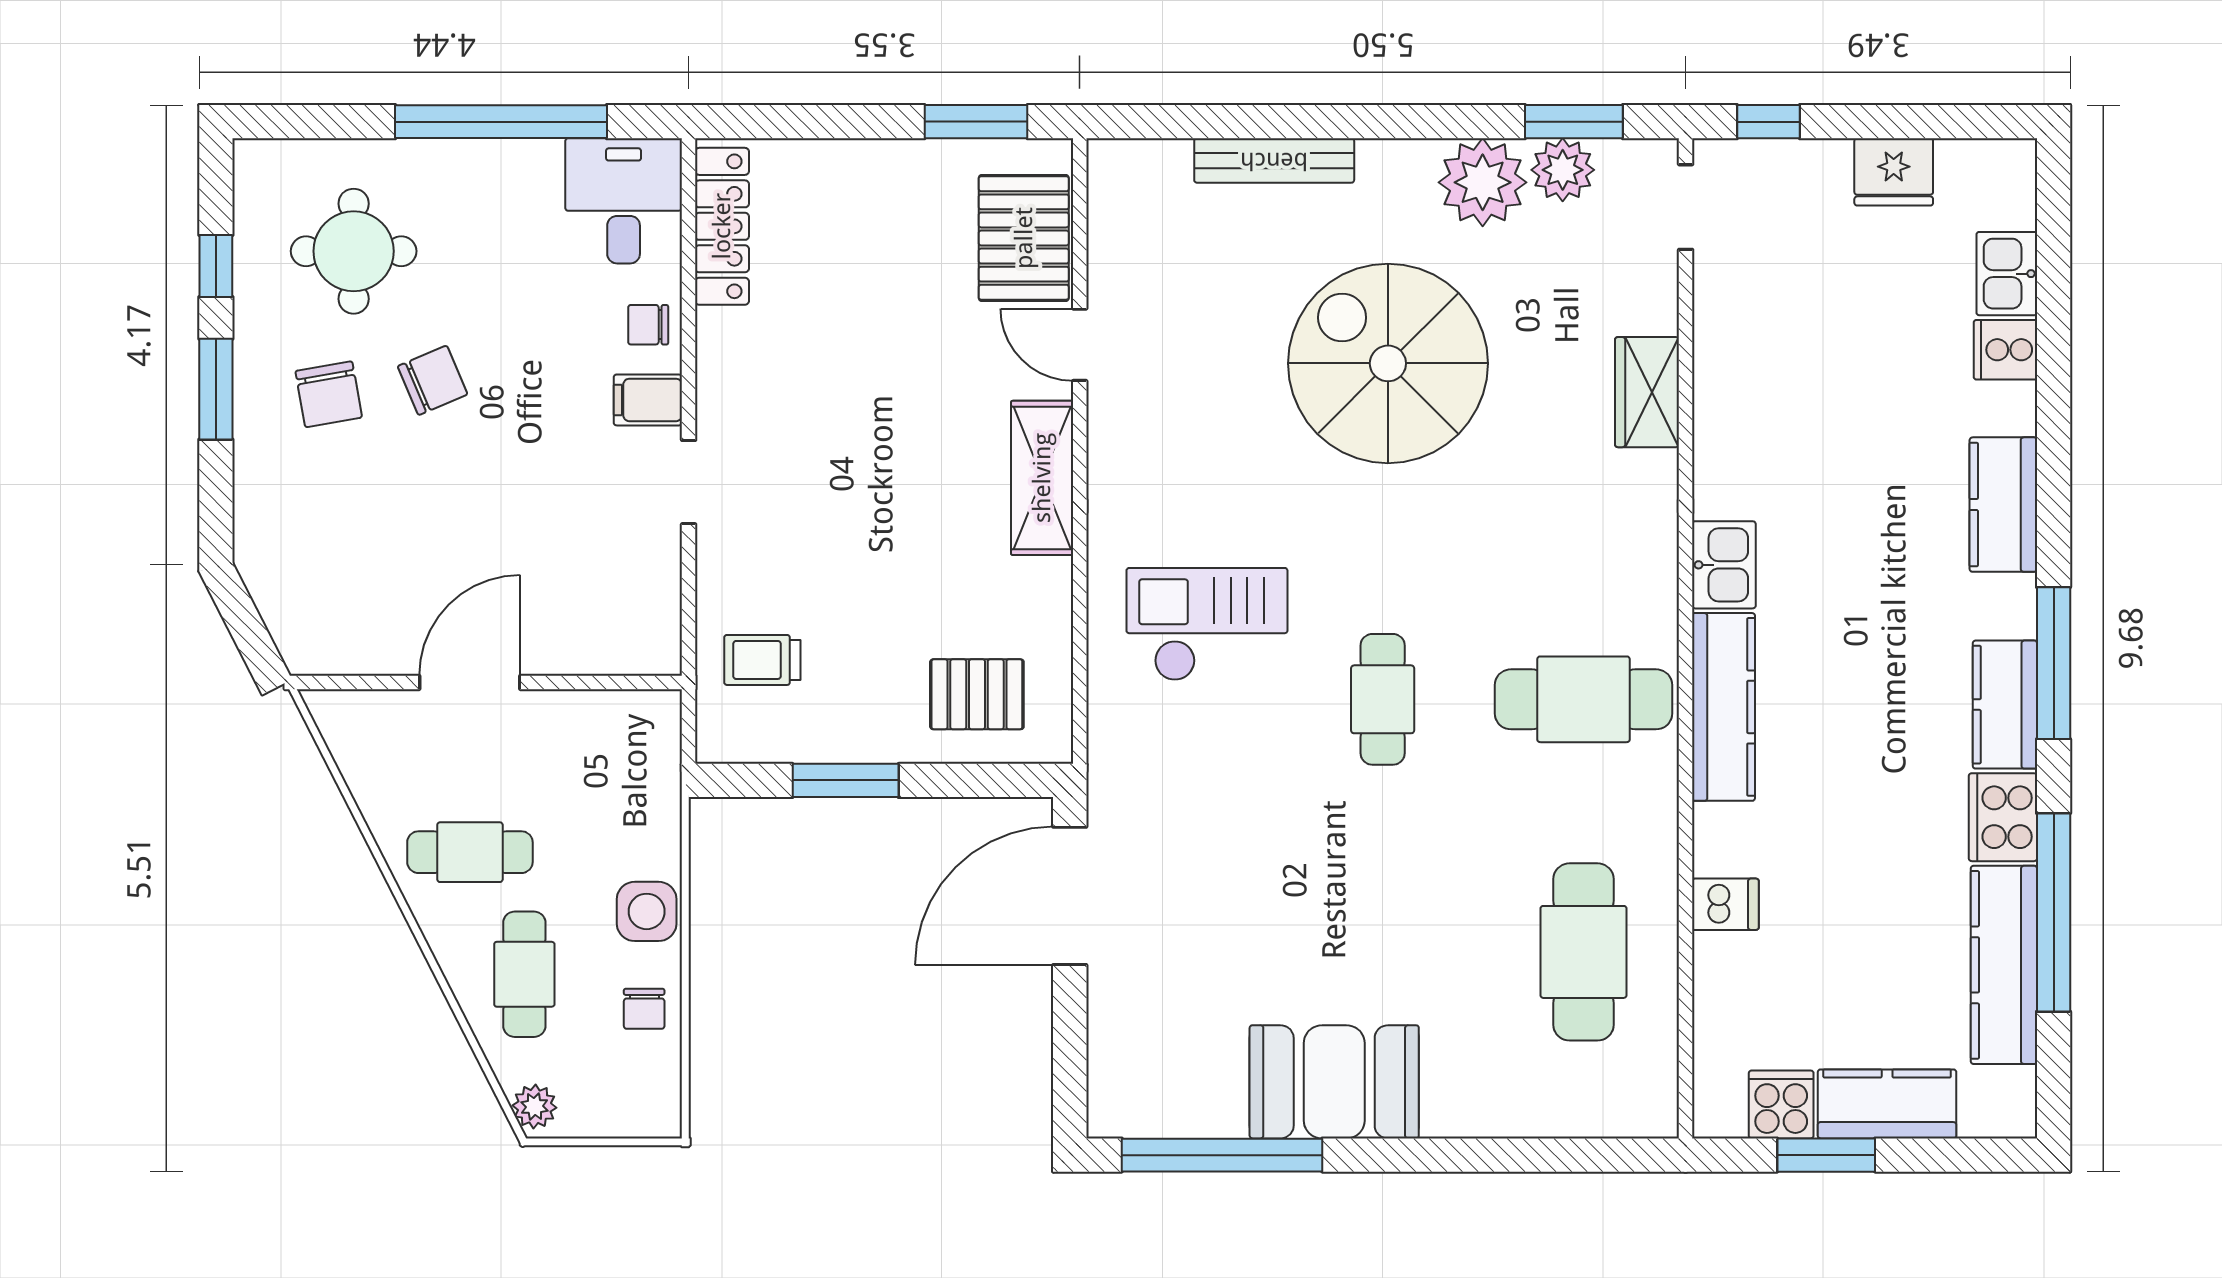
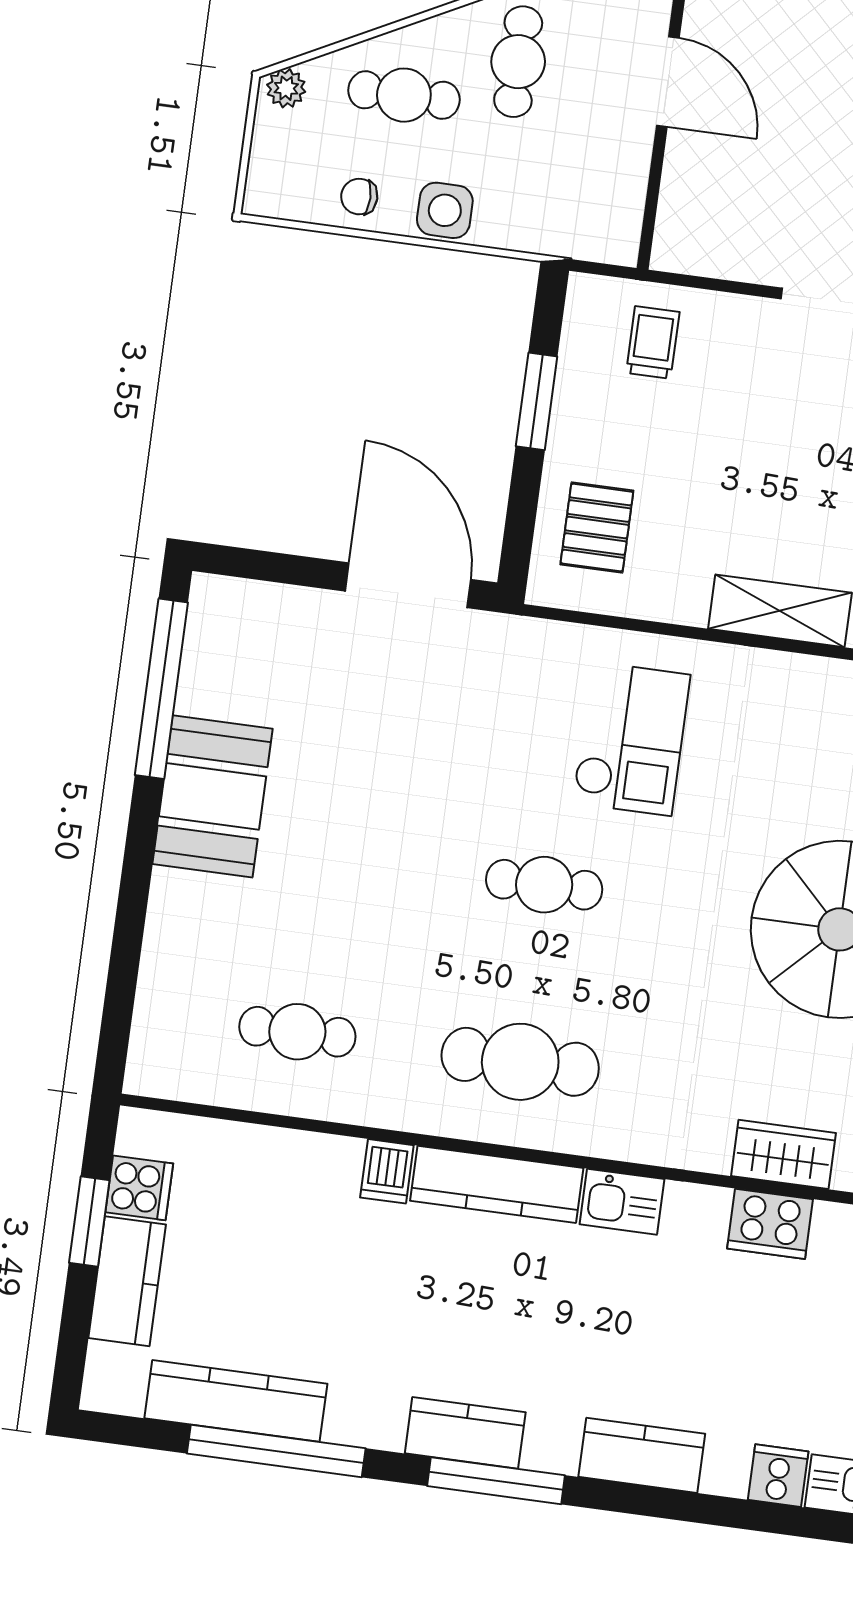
cafe table: (1584, 699) -> (520, 1062), turned 90
cooker: (2003, 817) -> (770, 1224), moved, turned 180
dishwasher: (1725, 904) -> (387, 1171), moved
cafe table: (1584, 952) -> (297, 1032), width x0.73, depth x0.74

